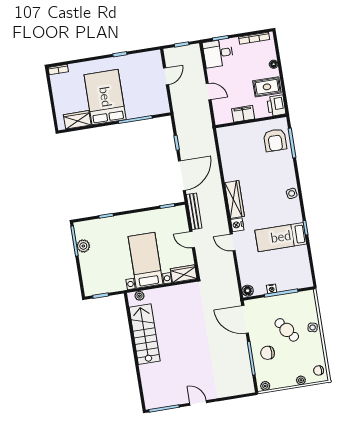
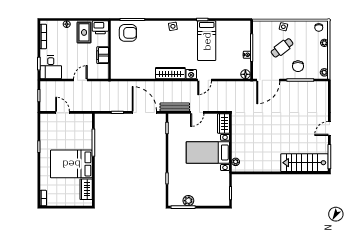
stairs: (145, 334) -> (304, 163), moved

